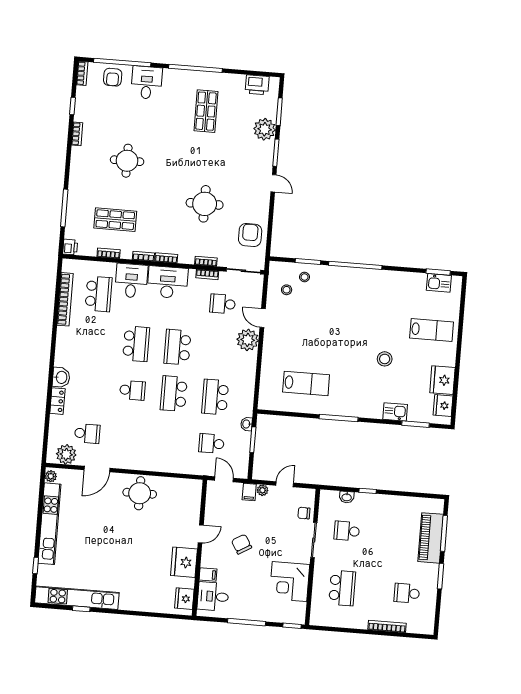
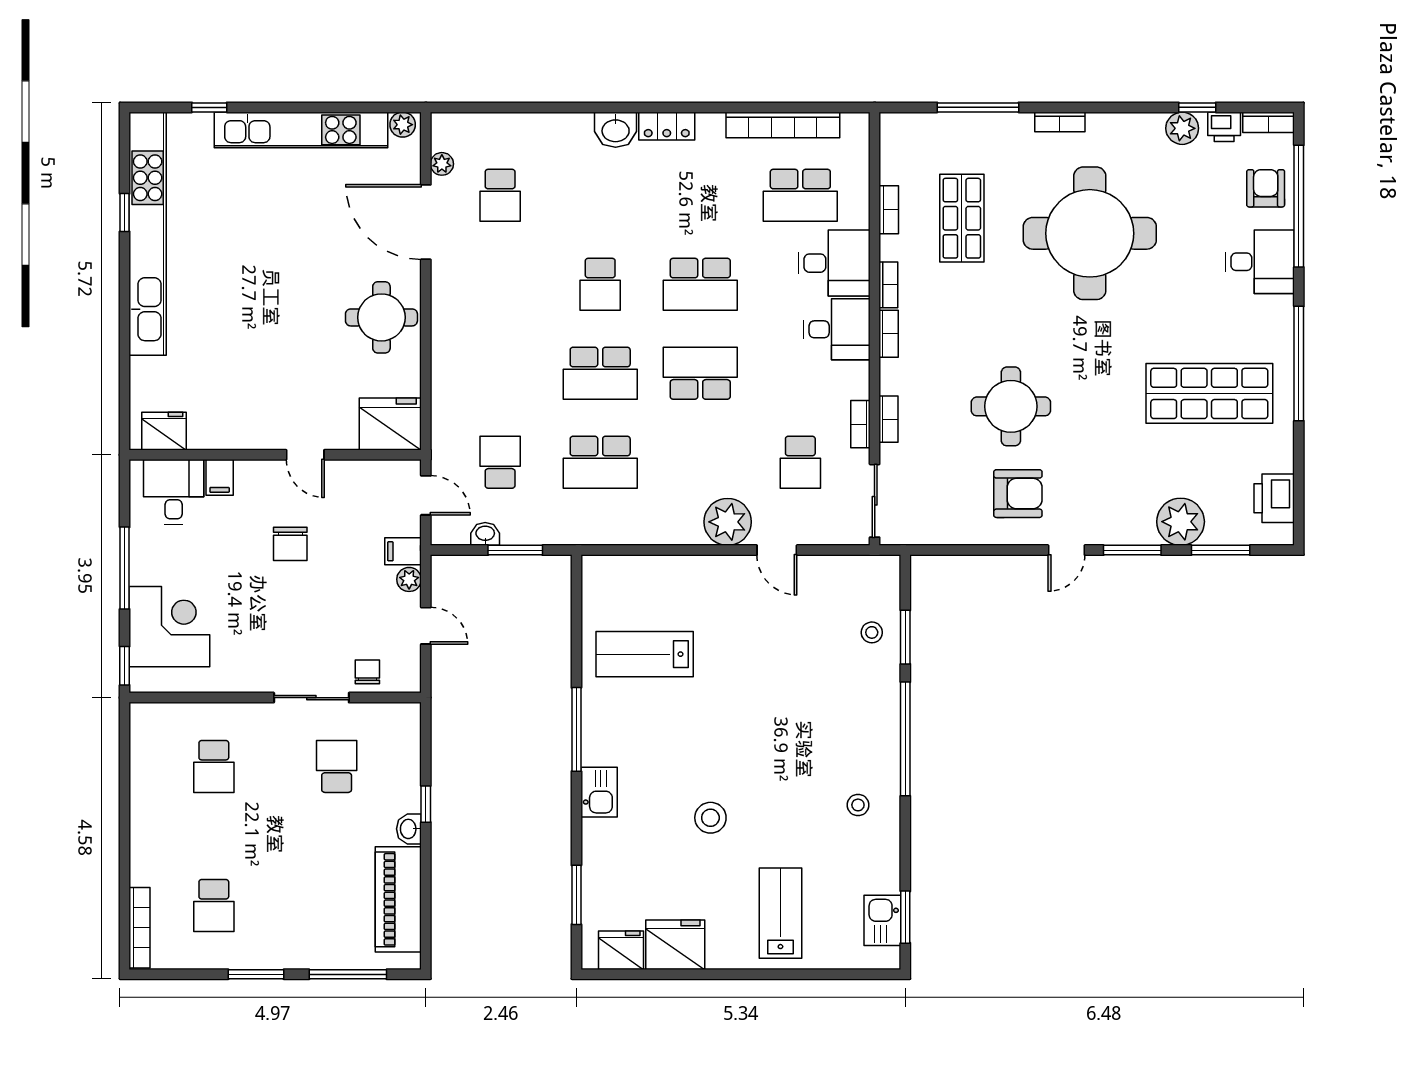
armchair: (113, 77) -> (1266, 188), turned 90
shop shelf: (206, 111) -> (1209, 393), width x1.43, depth x1.36
plant: (82, 114) -> (1182, 128), added
bookcase: (77, 134) -> (1060, 122), moved
round table: (127, 161) -> (1090, 233), width x1.86, depth x1.86
armchair: (250, 235) -> (1018, 494), moved
printer: (70, 247) -> (1224, 127), moved
desk: (168, 282) -> (837, 329), width x0.73
stool: (287, 290) -> (858, 805), moved
school desk: (223, 304) -> (800, 462), turned 180
door: (263, 318) -> (777, 550), swing flipped
lab bench: (432, 330) -> (780, 913), turned 180
lab bench: (306, 383) -> (645, 654), turned 90
school desk: (174, 394) -> (600, 373), turned 180
school desk: (215, 397) -> (600, 462), turned 180
locker: (57, 401) -> (667, 126), moved
kitchen sink: (395, 412) -> (599, 792), moved
washbasin: (247, 424) -> (485, 534), moved
plant: (66, 454) -> (442, 164), width x0.53, depth x0.53
door: (97, 469) -> (426, 222), width x1.36
door: (224, 479) -> (426, 495), hinge flipped
washbasin: (347, 497) -> (409, 829), moved
piano: (431, 538) -> (398, 899), moved, turned -90
chair: (242, 544) -> (290, 544), turned 121
fridge: (184, 562) -> (390, 424), moved
corner desk: (290, 582) -> (169, 627), moved, turned 90
school desk: (342, 588) -> (214, 766), width x0.54
school desk: (407, 593) -> (214, 905), turned 180
kitchen unit: (77, 598) -> (148, 234), width x1.36
bookcase: (387, 626) -> (140, 928), moved

